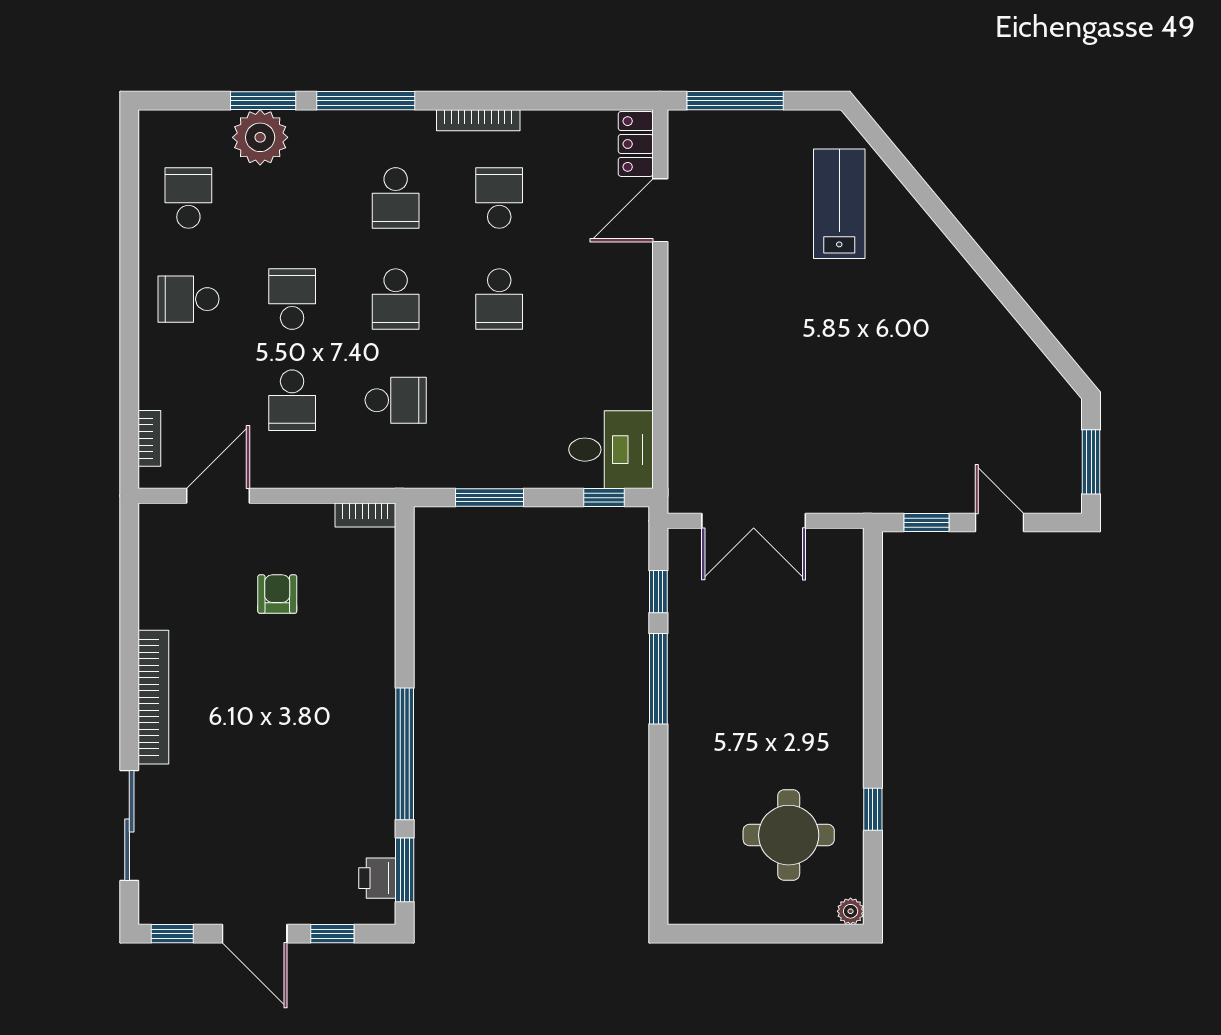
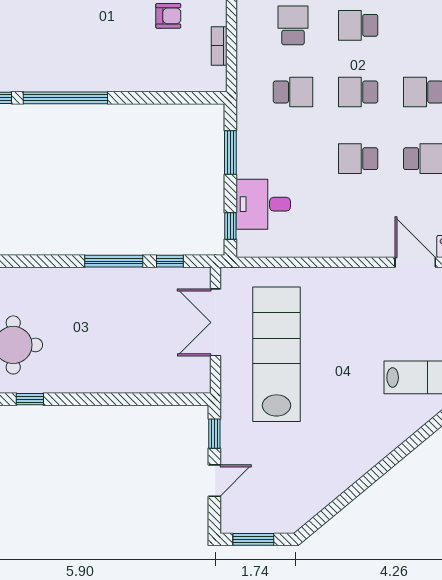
school desk: (292, 299) -> (358, 25), turned 180
school desk: (292, 400) -> (293, 25), turned 90
school desk: (396, 400) -> (293, 92), turned -90
lab bench: (803, 426) -> (276, 354), added
desk: (611, 450) -> (263, 204), moved, turned 90
bookcase: (365, 515) -> (219, 46), moved

